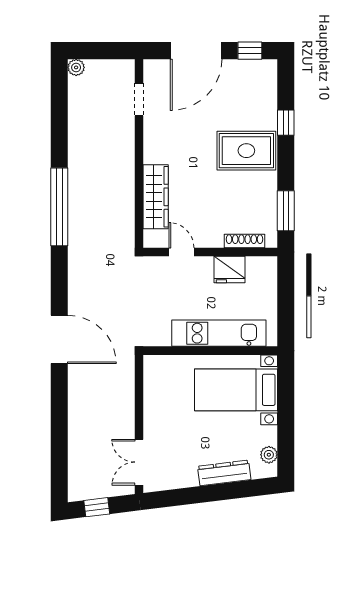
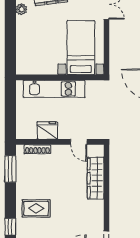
rug: (246, 151) -> (36, 208), width x0.73, depth x0.70
bed with nightstands: (236, 390) -> (81, 48), moved, turned -90

